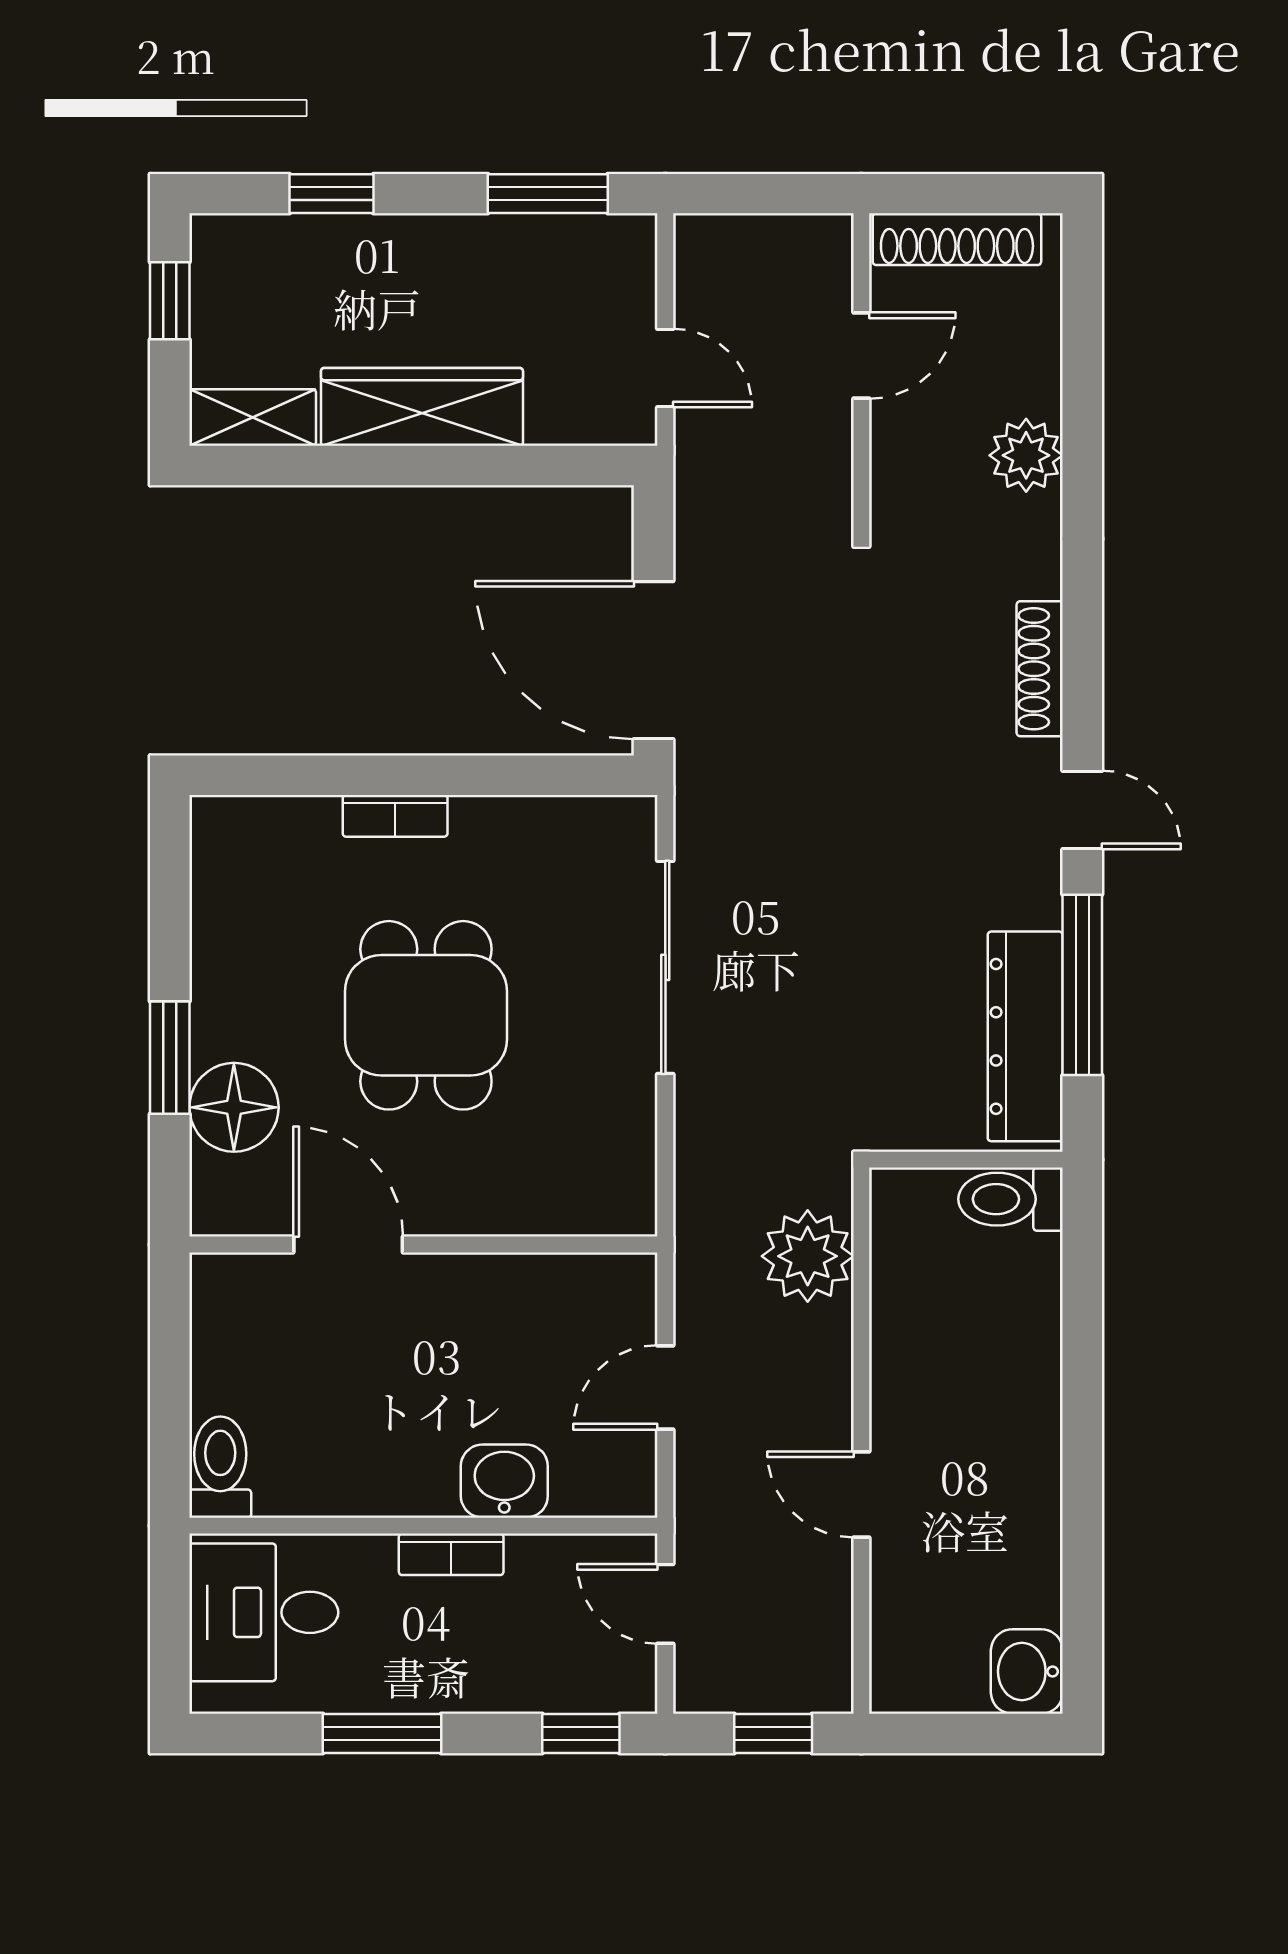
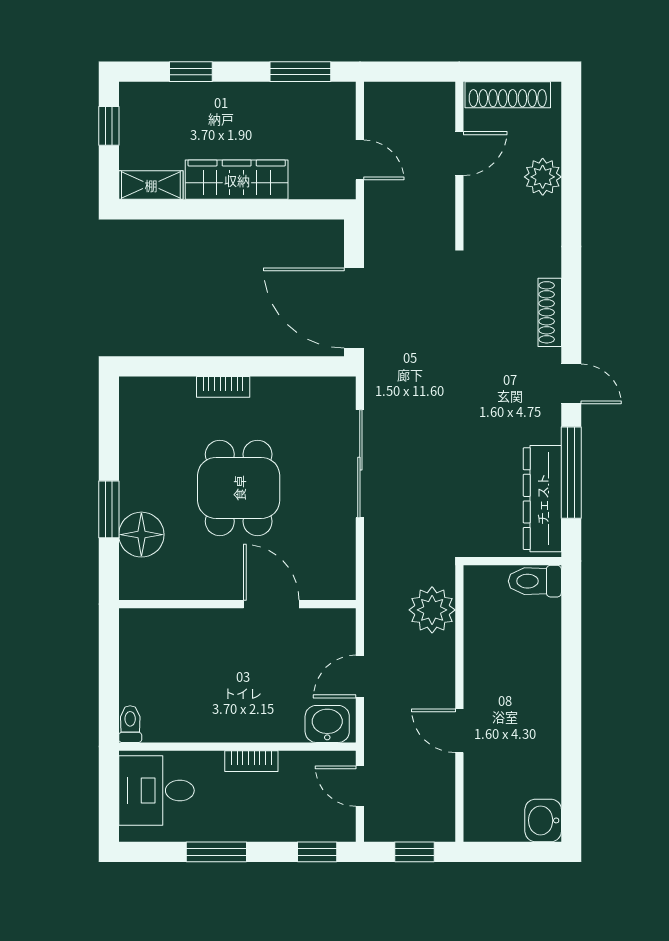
plant: (1026, 455) -> (543, 177), moved
door: (348, 1245) -> (271, 604), moved
toilet: (220, 1467) -> (130, 724), width x0.73, depth x0.72
washbasin: (504, 1481) -> (327, 724), moved

